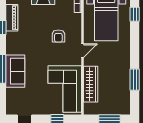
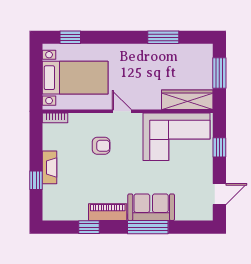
piano: (12, 18) -> (108, 212), moved
wardrobe: (91, 84) -> (187, 100), moved

